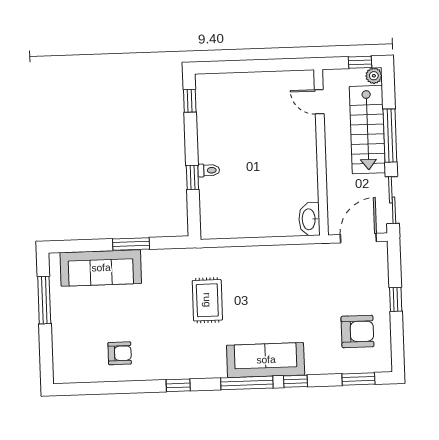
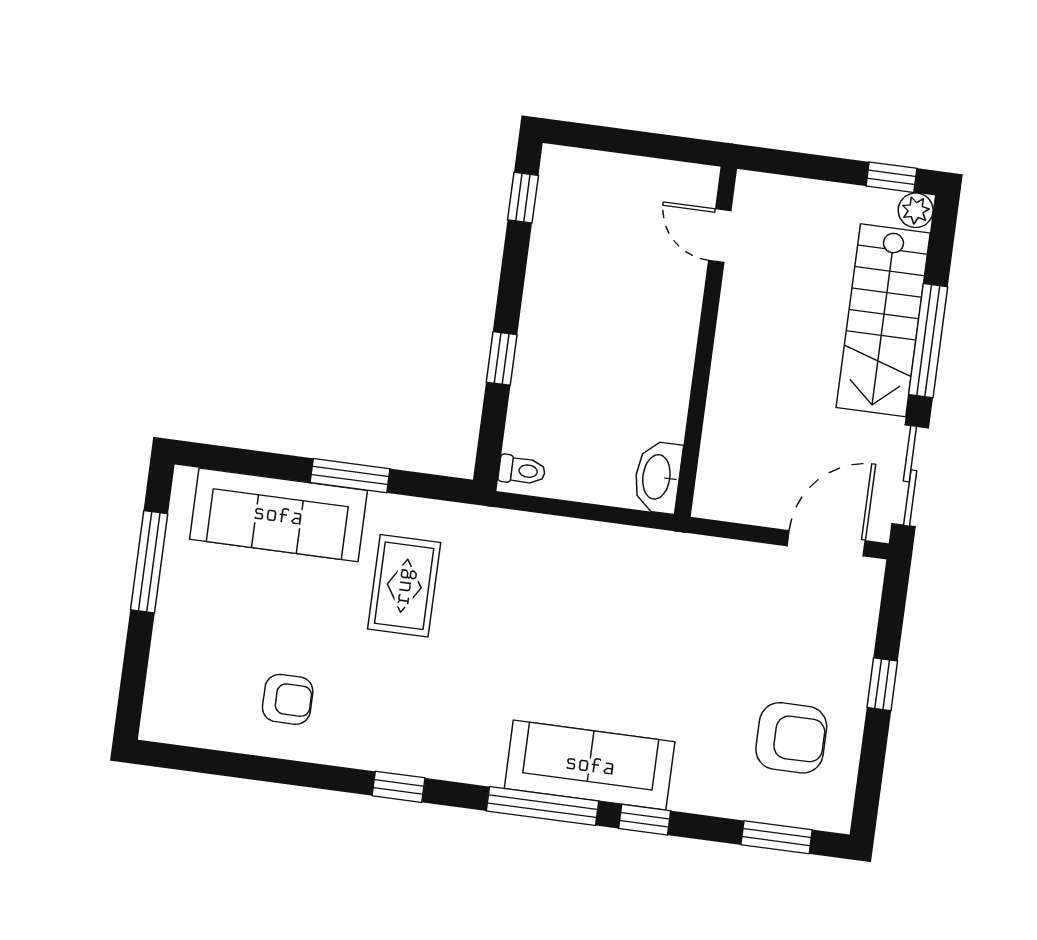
door: (319, 102) -> (720, 236), moved
wall: (321, 152) -> (706, 342), moved
toilet: (209, 170) -> (522, 470), moved
washbasin: (309, 219) -> (658, 477), moved
rug: (207, 300) -> (404, 586), moved

